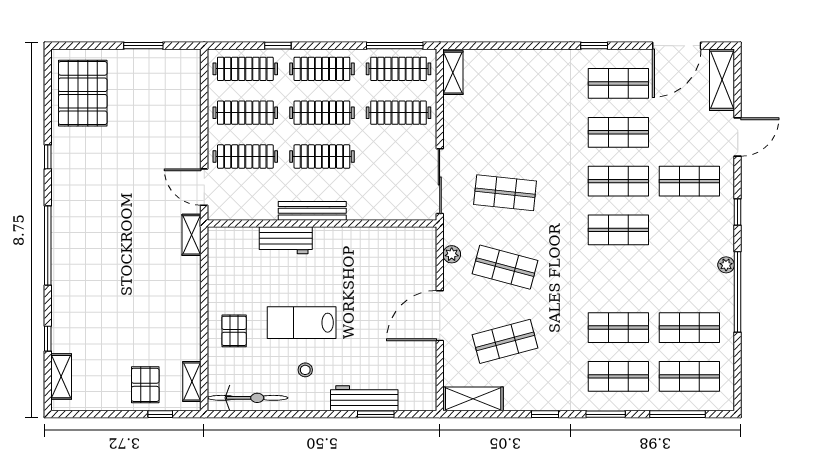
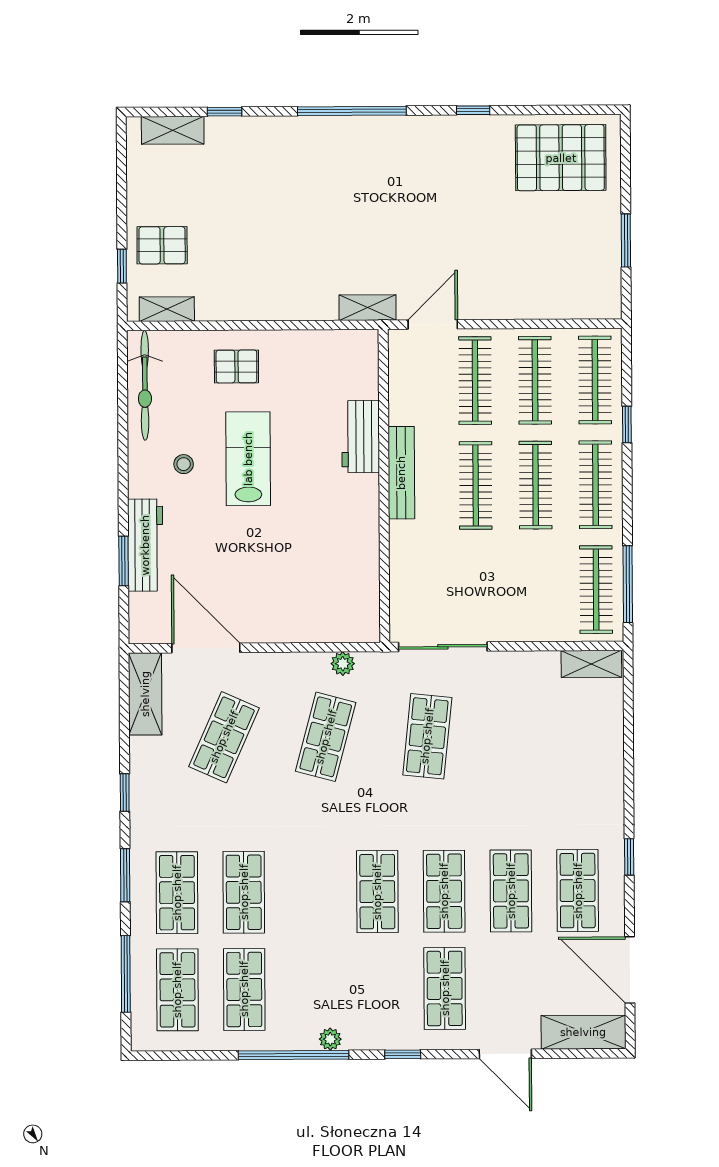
clothes rail: (399, 113) -> (536, 590), removed
door: (440, 316) -> (206, 648), moved
shop shelf: (505, 341) -> (224, 737), turned 39

